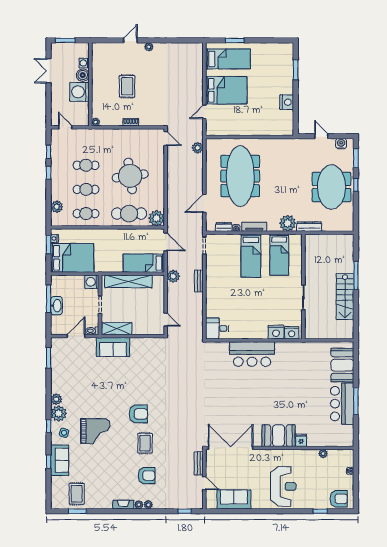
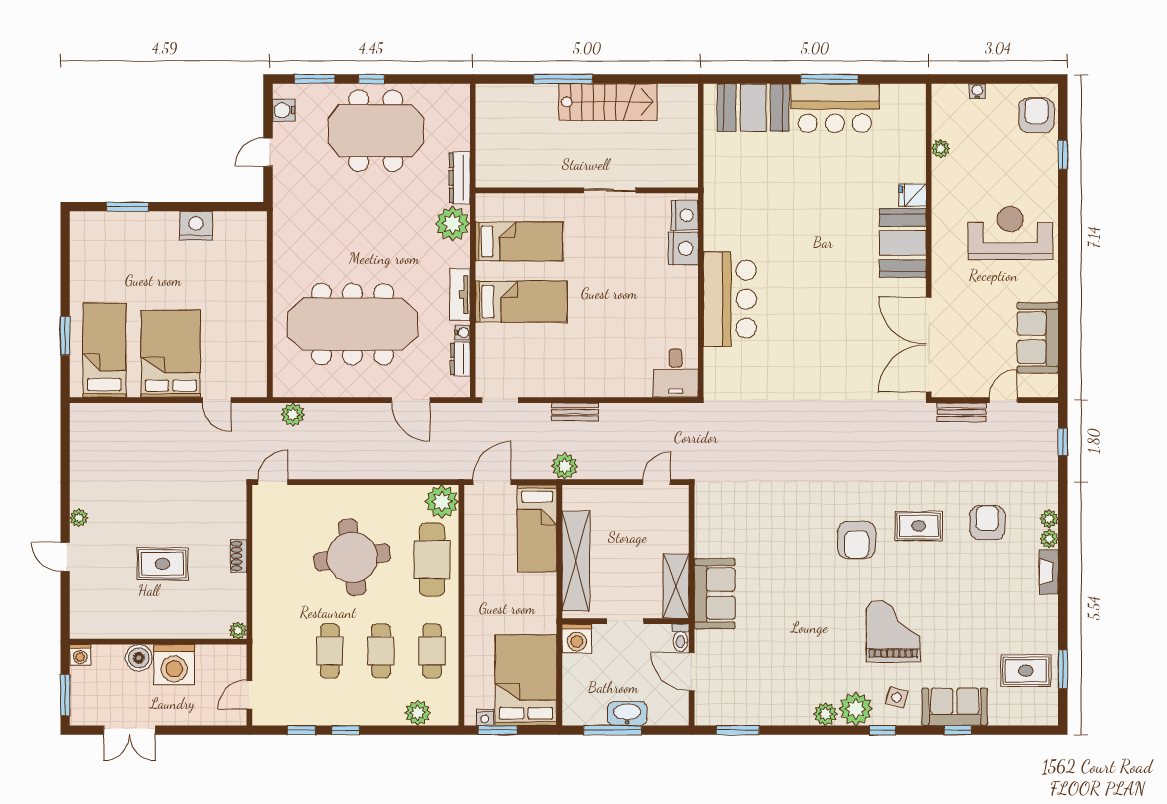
washing machine: (84, 63) -> (80, 655), moved
armchair: (138, 414) -> (857, 540), turned 180

